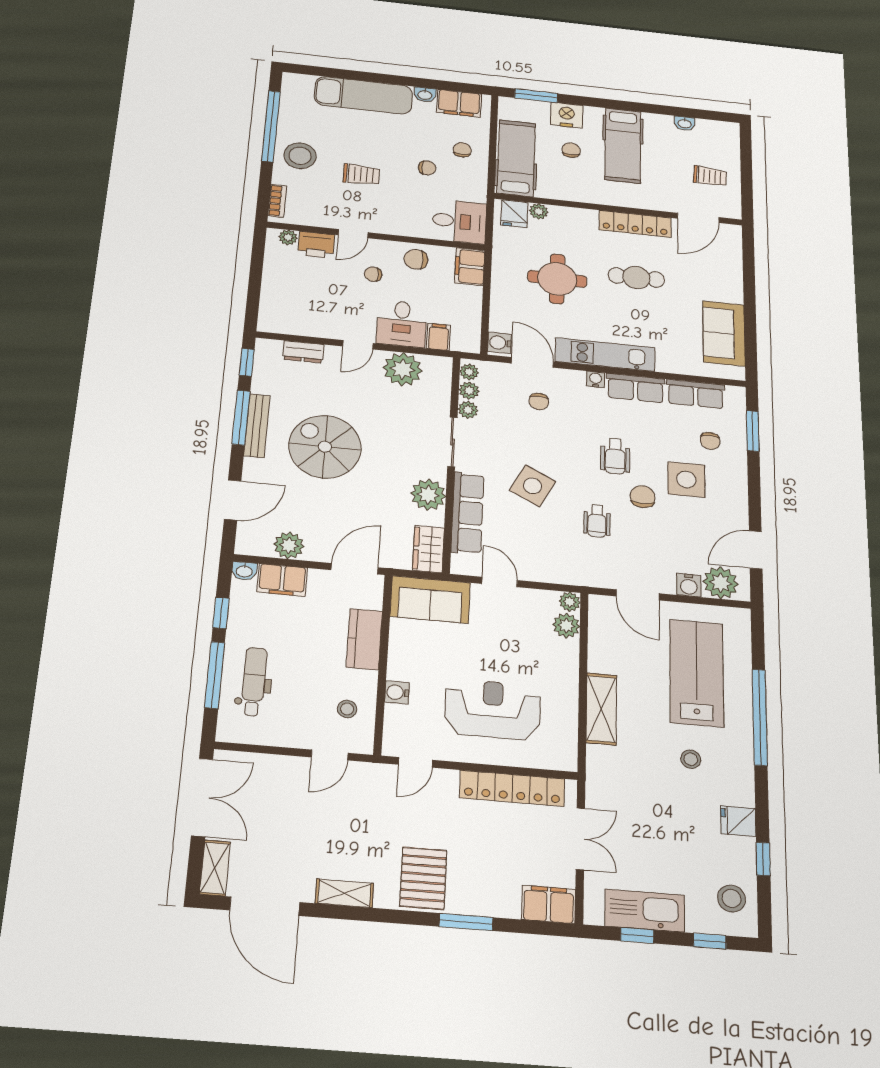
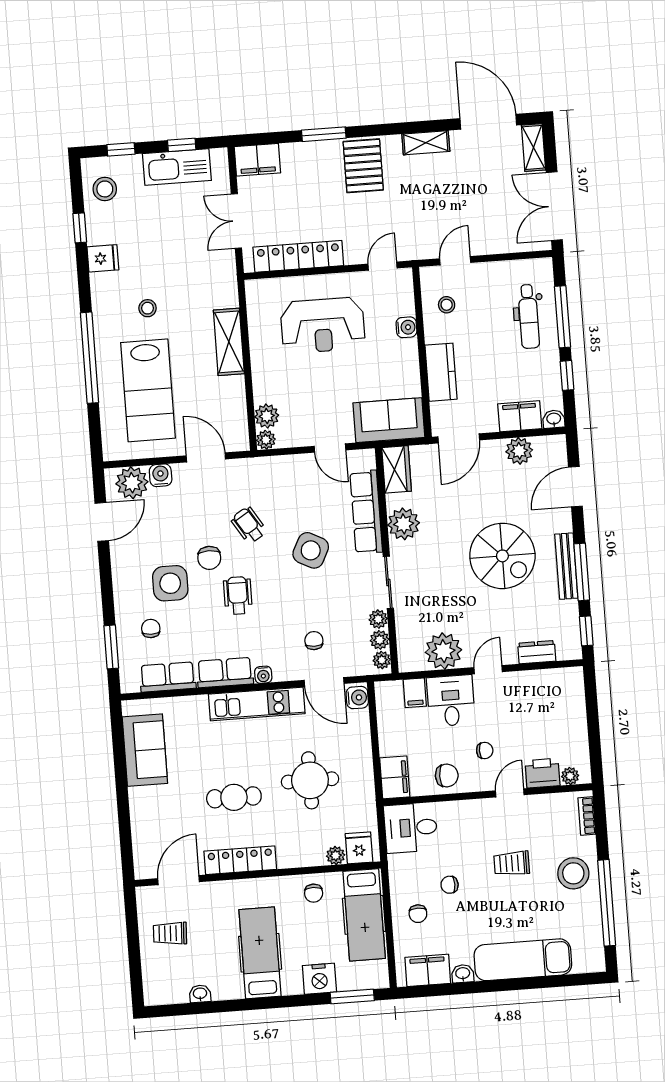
chair: (571, 150) -> (314, 893), moved
wheelchair: (597, 521) -> (249, 525), turned -32

